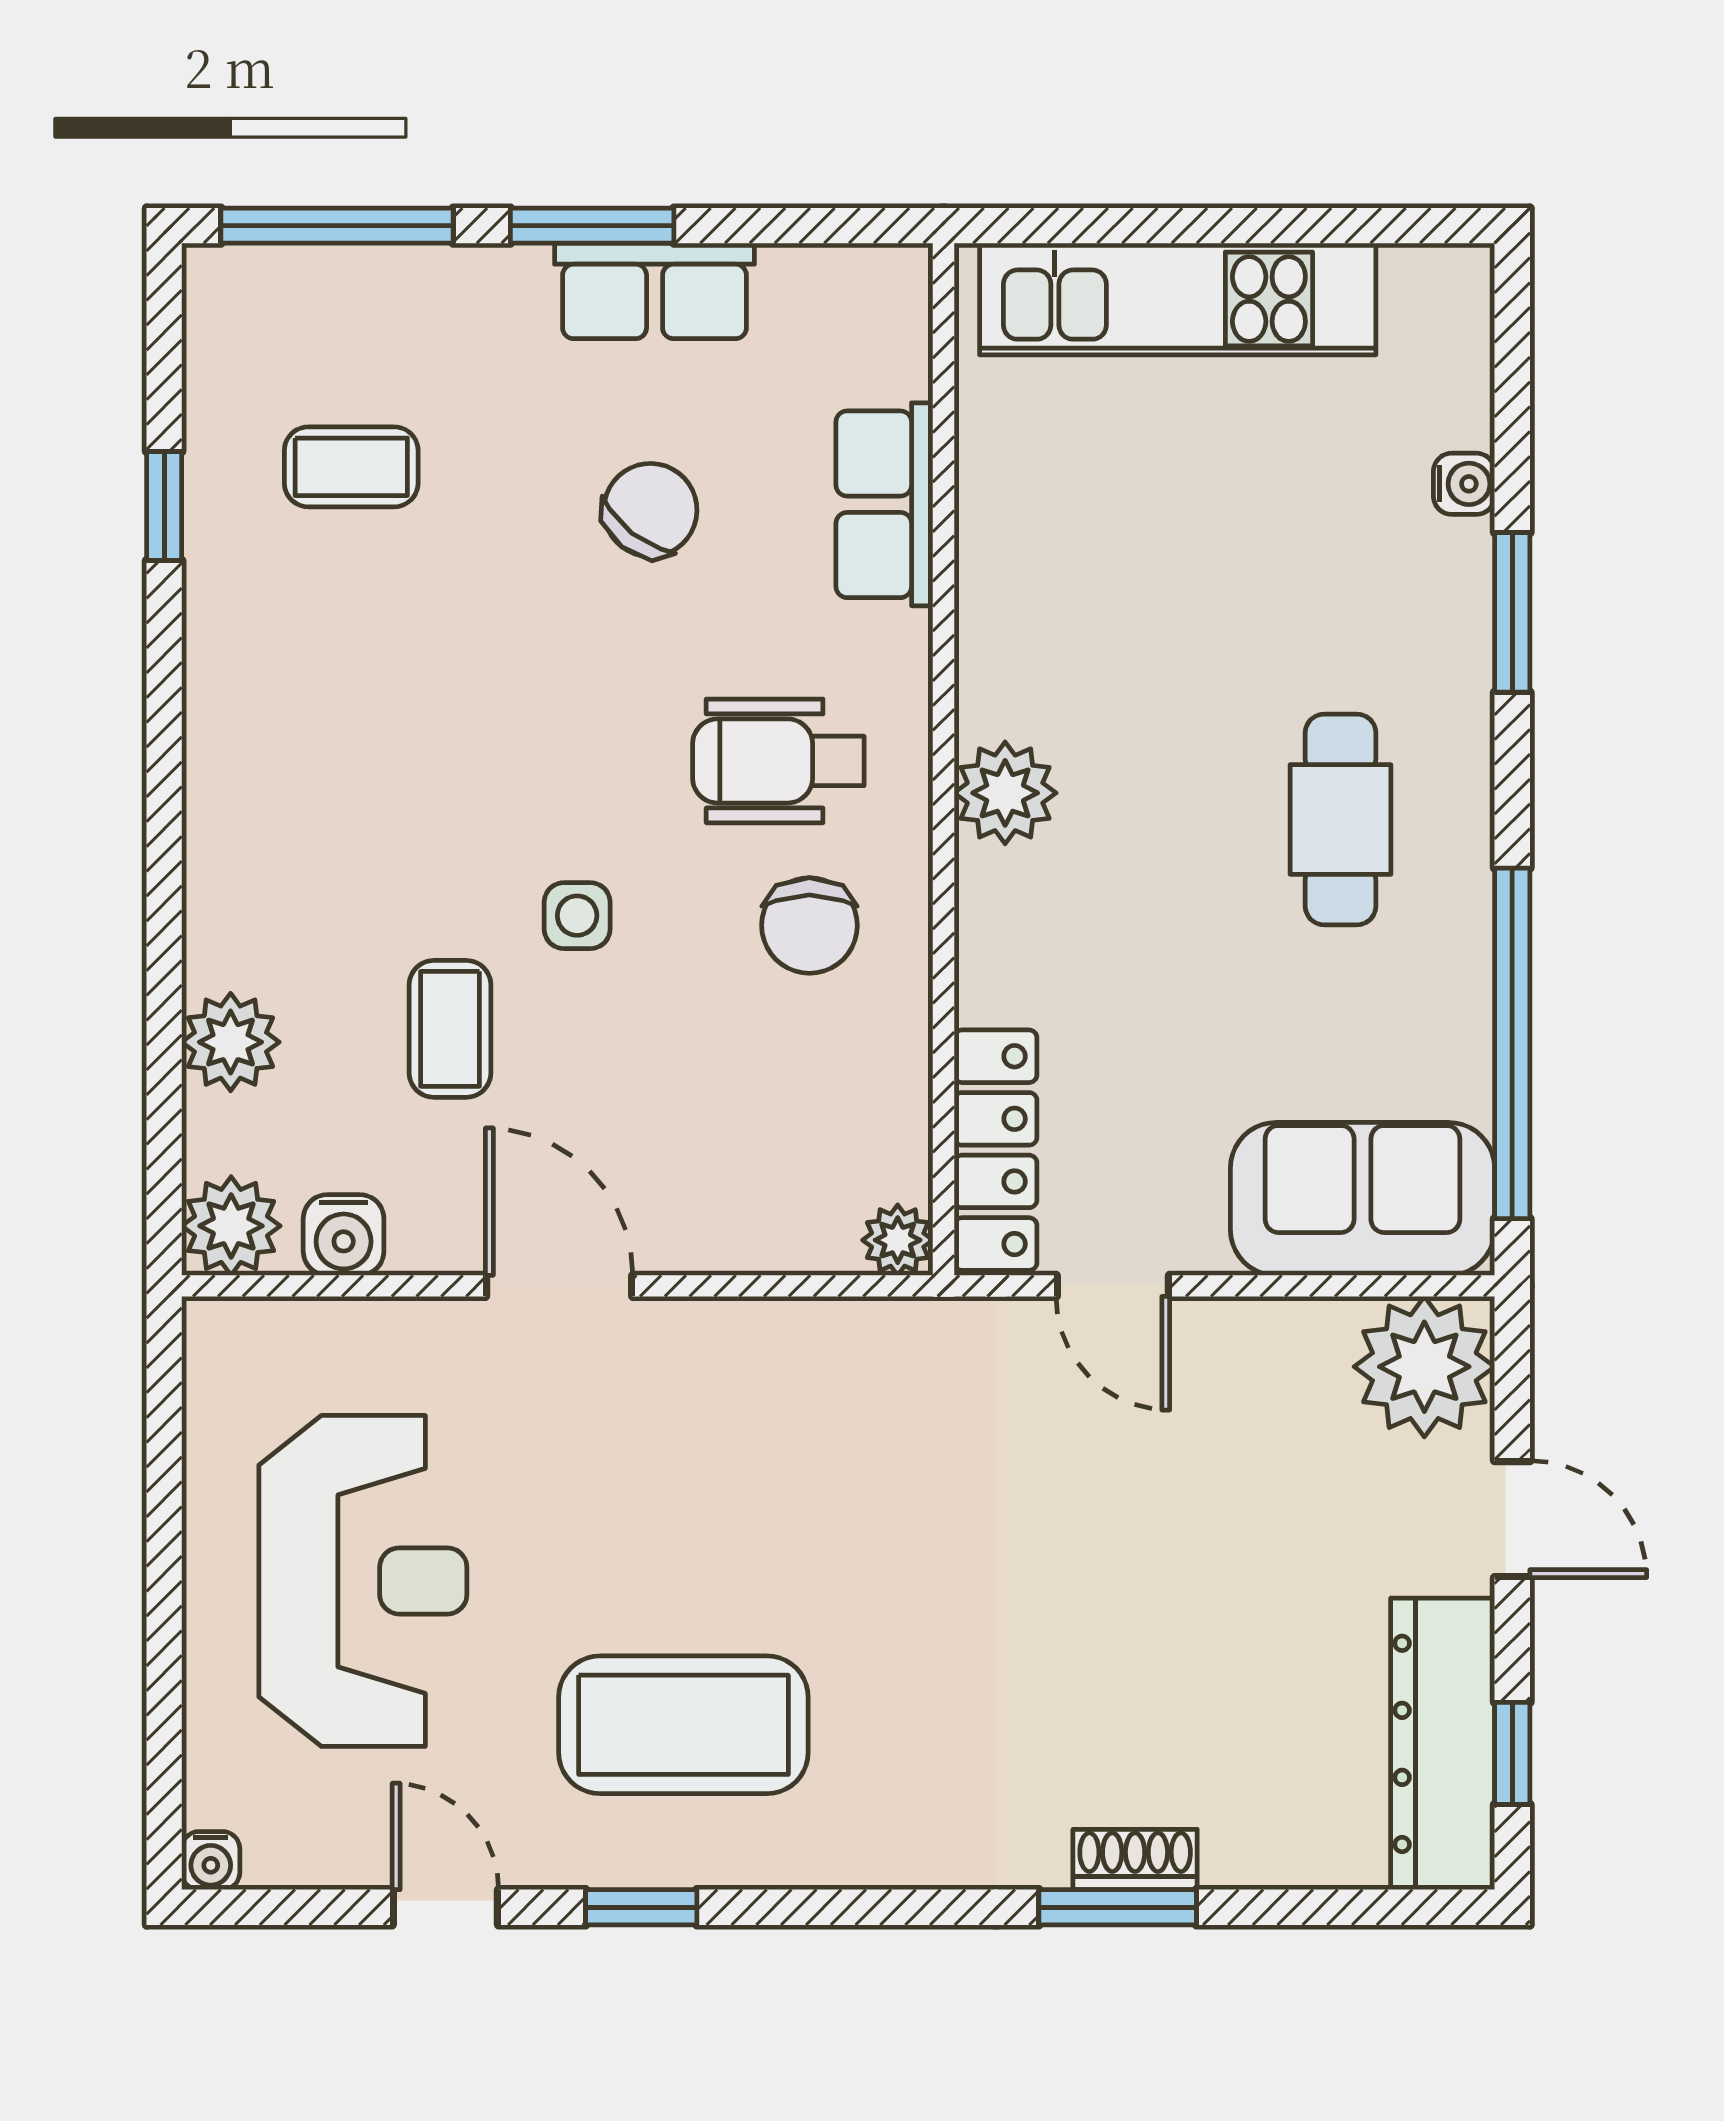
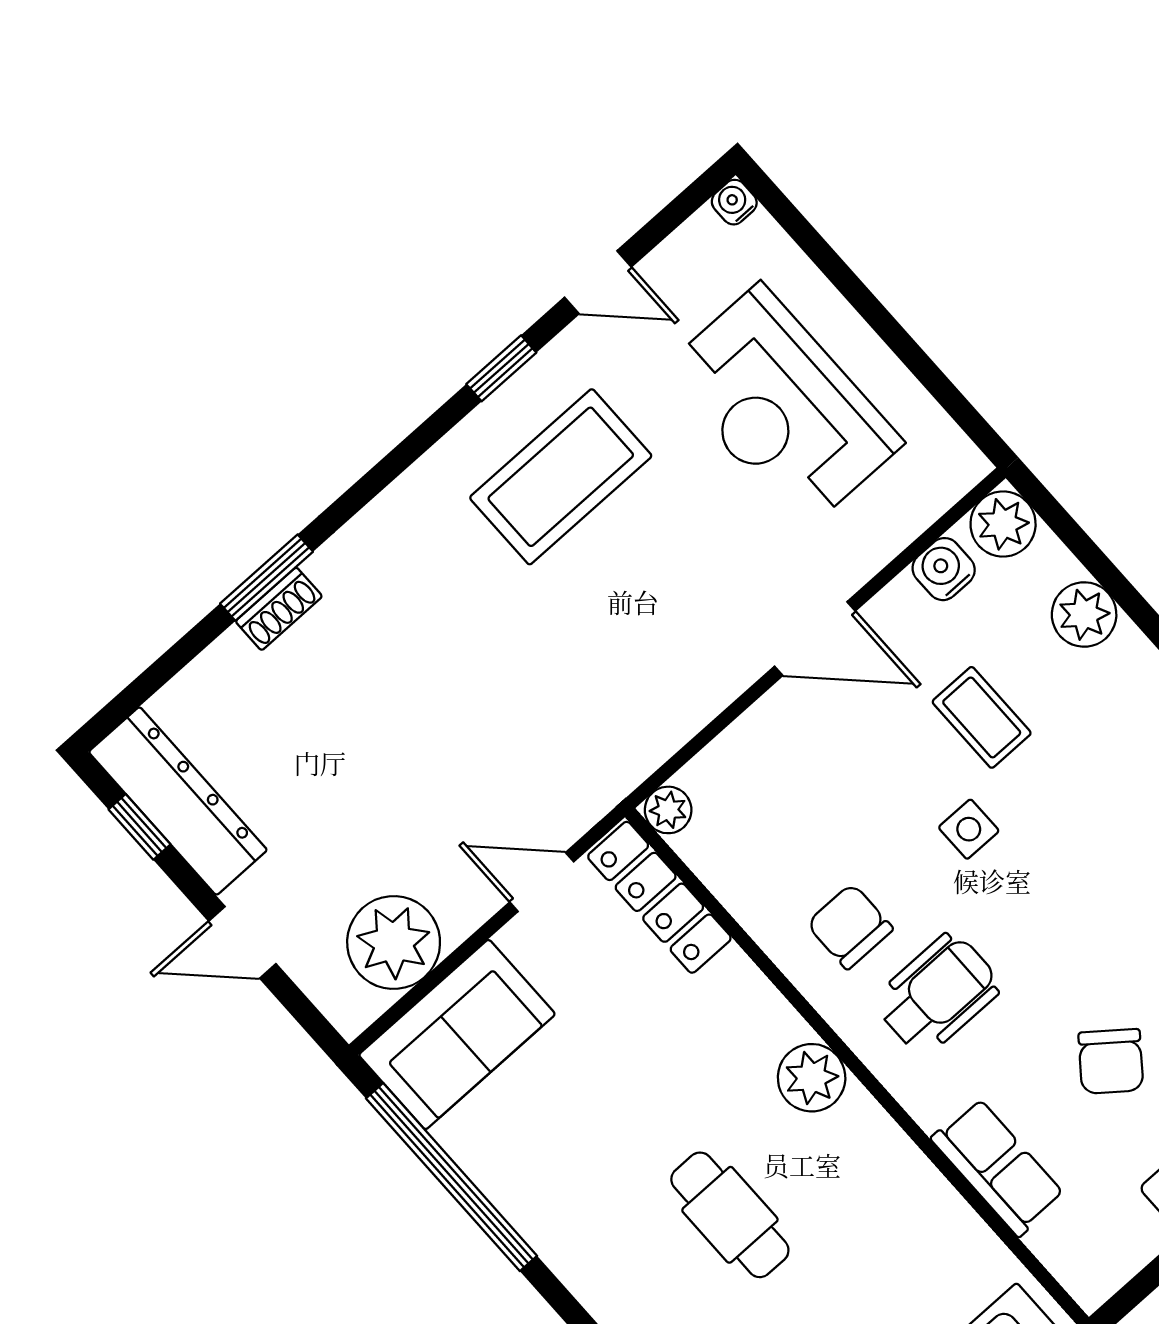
cafe table: (1341, 819) -> (730, 1215), moved
plant: (1424, 1367) -> (394, 942), moved

